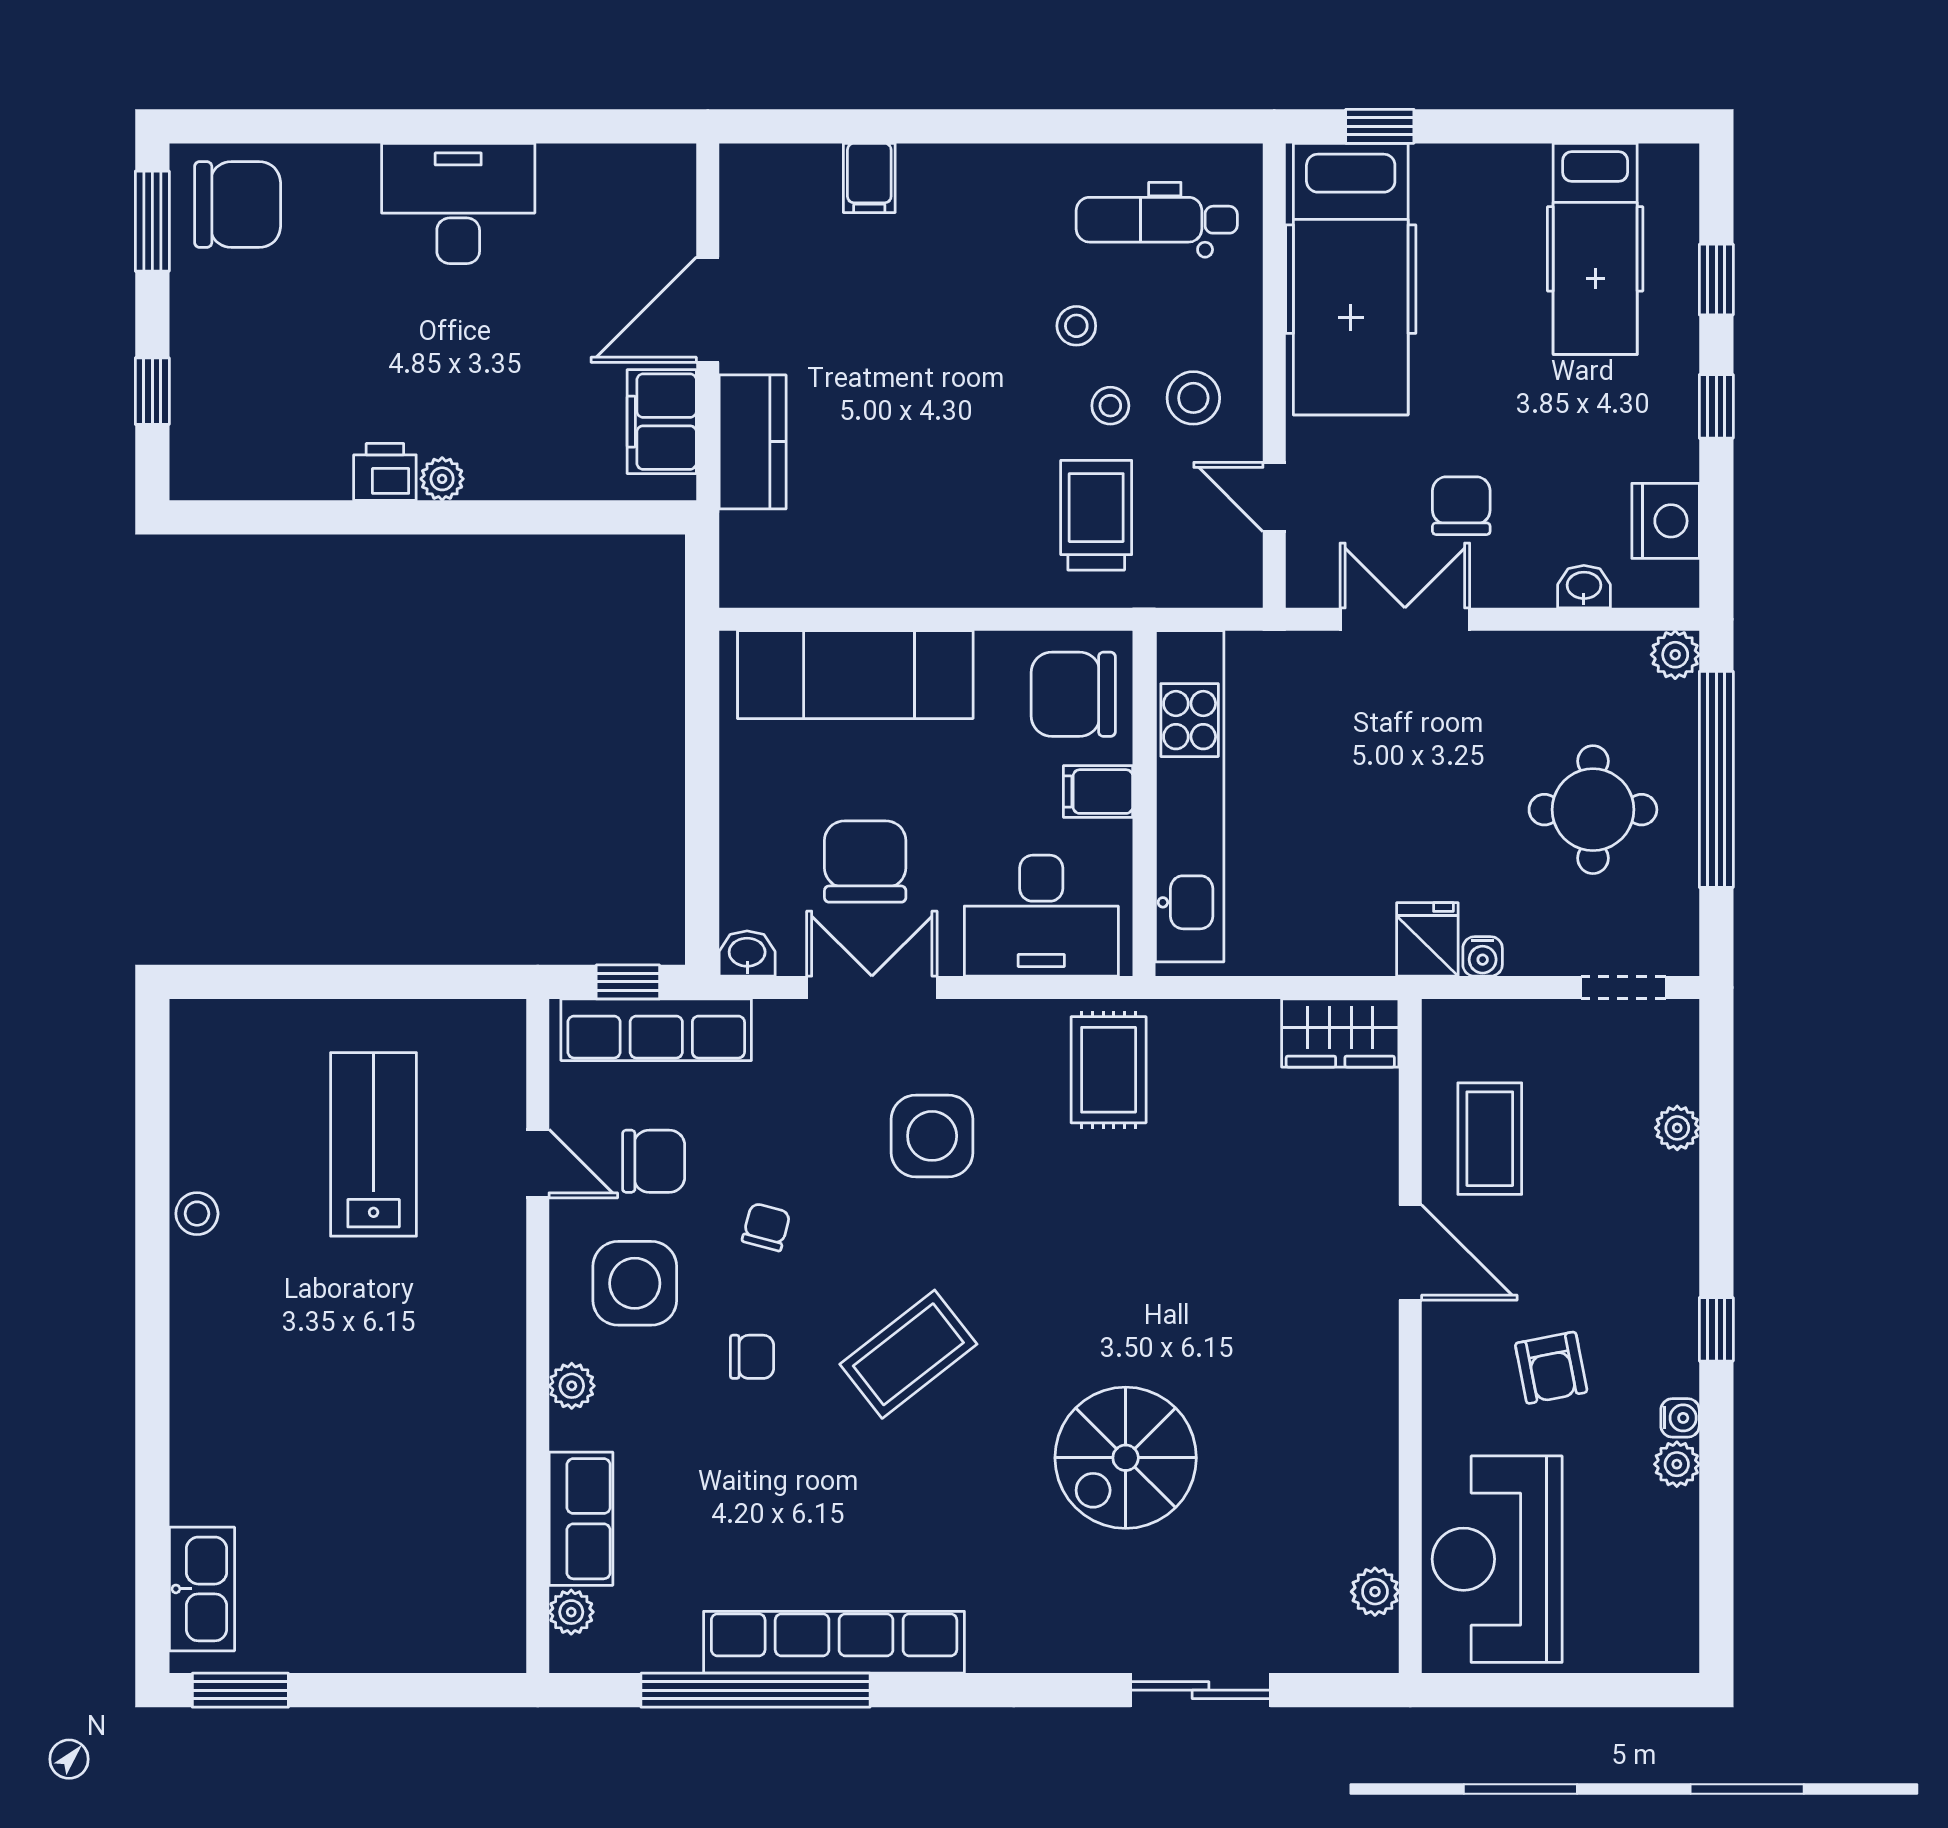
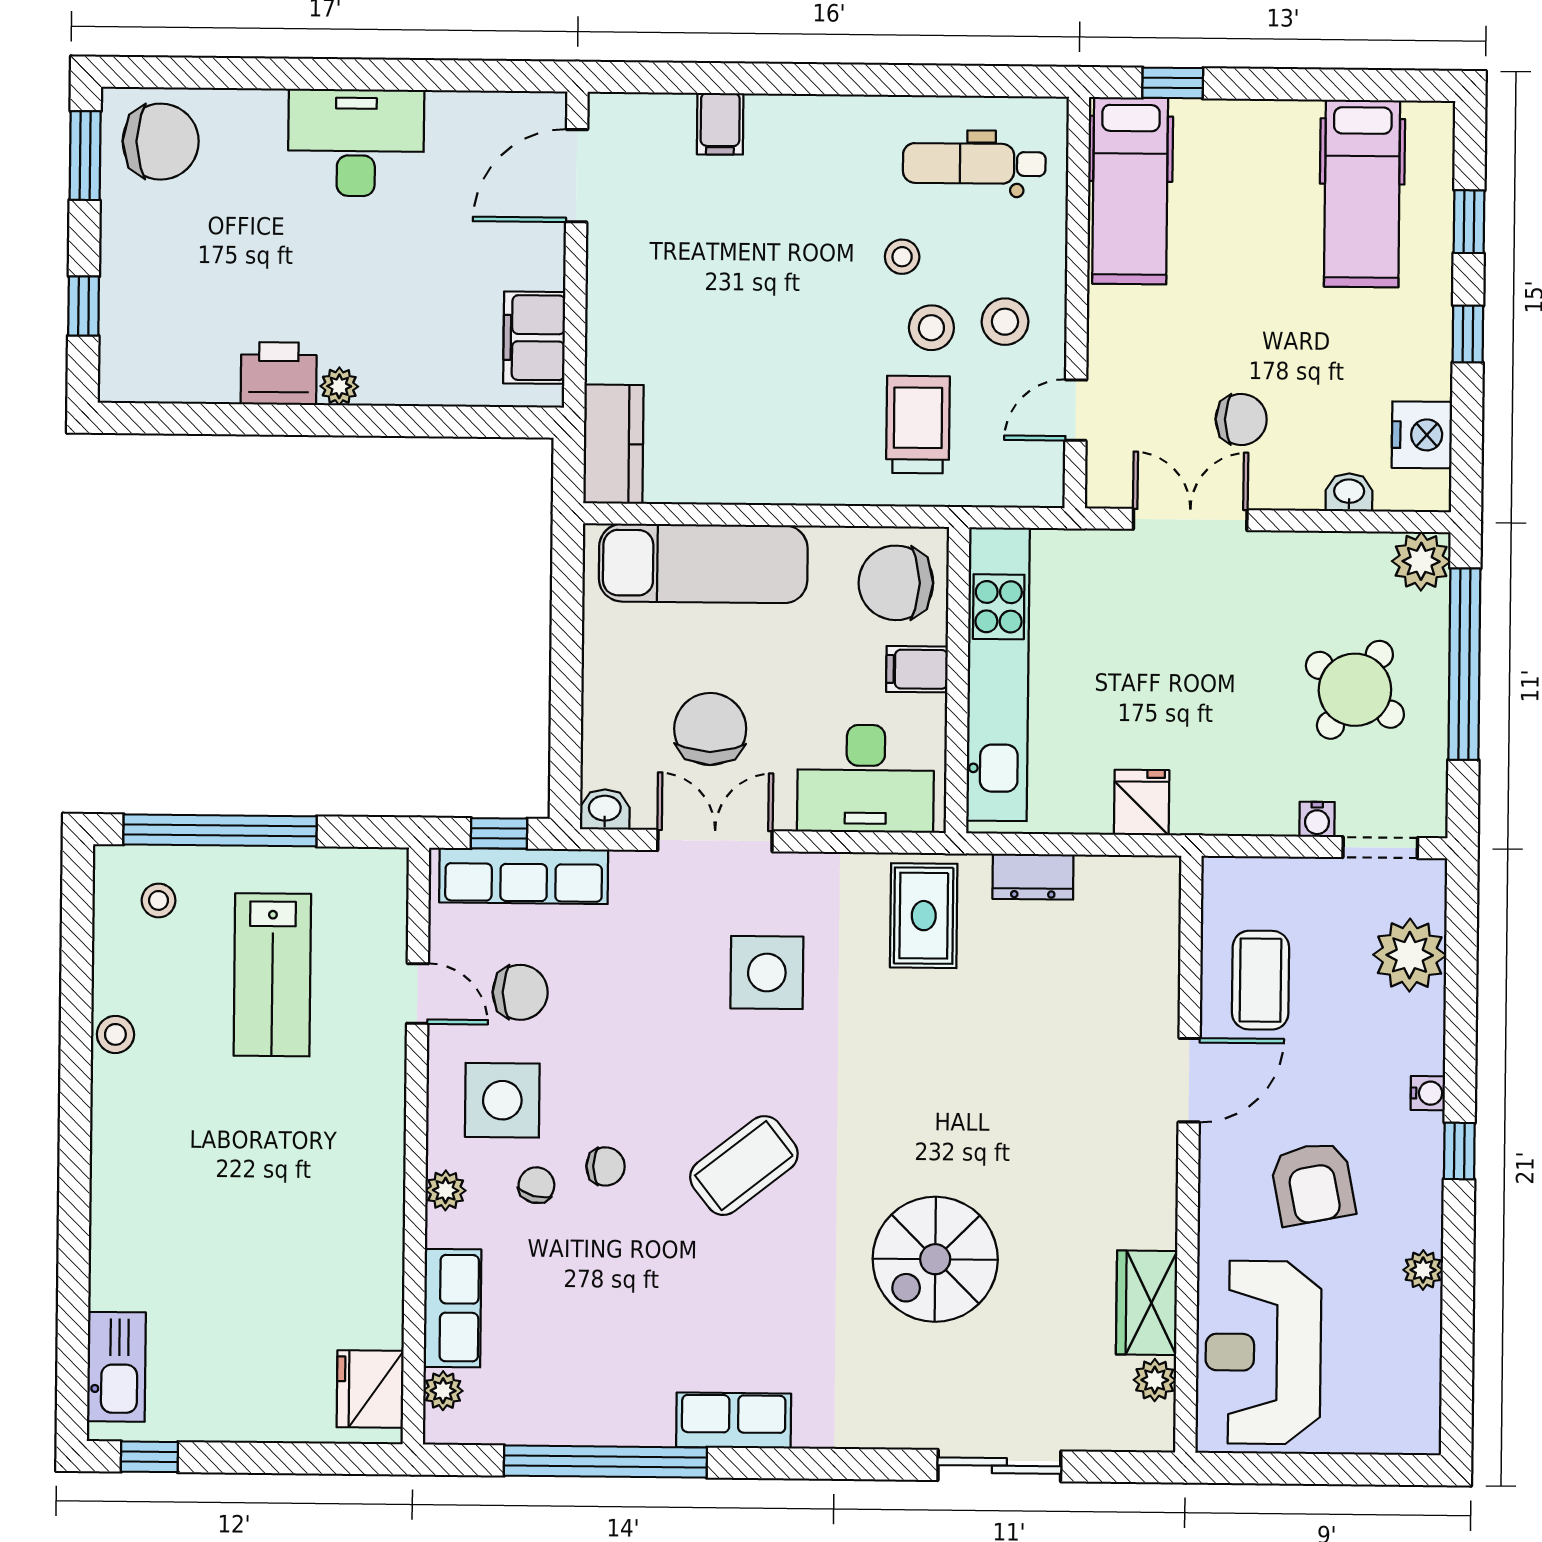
hospital bed: (1351, 279) -> (1130, 191), width x0.73, depth x0.78
door: (708, 310) -> (577, 176), moved
stool: (1110, 406) -> (931, 328), width x1.37, depth x1.37
kitchen counter: (753, 442) -> (613, 444), moved
printer: (385, 472) -> (279, 373), width x1.36, depth x1.24
door: (1274, 497) -> (1076, 410), hinge flipped
chair: (1461, 506) -> (1241, 419), turned 90
plant: (1675, 655) -> (1421, 561), width x1.38, depth x1.38
round table: (1593, 810) -> (1355, 690), turned 34
fridge: (1427, 939) -> (1142, 802), moved
water cooler: (1483, 956) -> (1317, 819), moved
window: (313, 982) -> (220, 830), added
dresser: (1231, 1024) -> (1033, 877), added
wardrobe: (1340, 1033) -> (1147, 1303), moved, turned 90
stool: (244, 1062) -> (159, 900), added
plant: (1677, 1128) -> (1410, 955), width x1.88, depth x1.88
lab bench: (374, 1144) -> (272, 975), turned 180
chair: (766, 1227) -> (536, 1185), moved
door: (1410, 1253) -> (1189, 1080), hinge flipped
armchair: (1551, 1368) -> (1313, 1183), width x1.38, depth x1.38
water cooler: (1680, 1418) -> (1428, 1093), moved
fridge: (489, 1611) -> (370, 1389), added
row of seats: (834, 1642) -> (734, 1420), width x0.50
window: (240, 1690) -> (149, 1457), width x0.67

